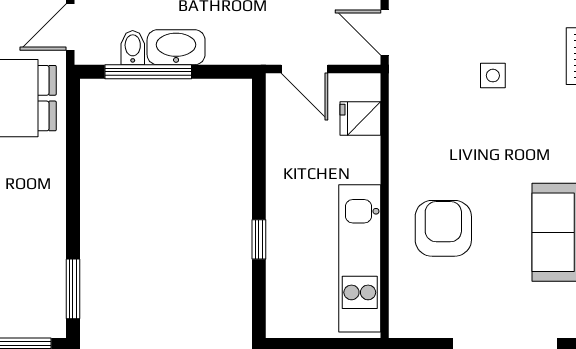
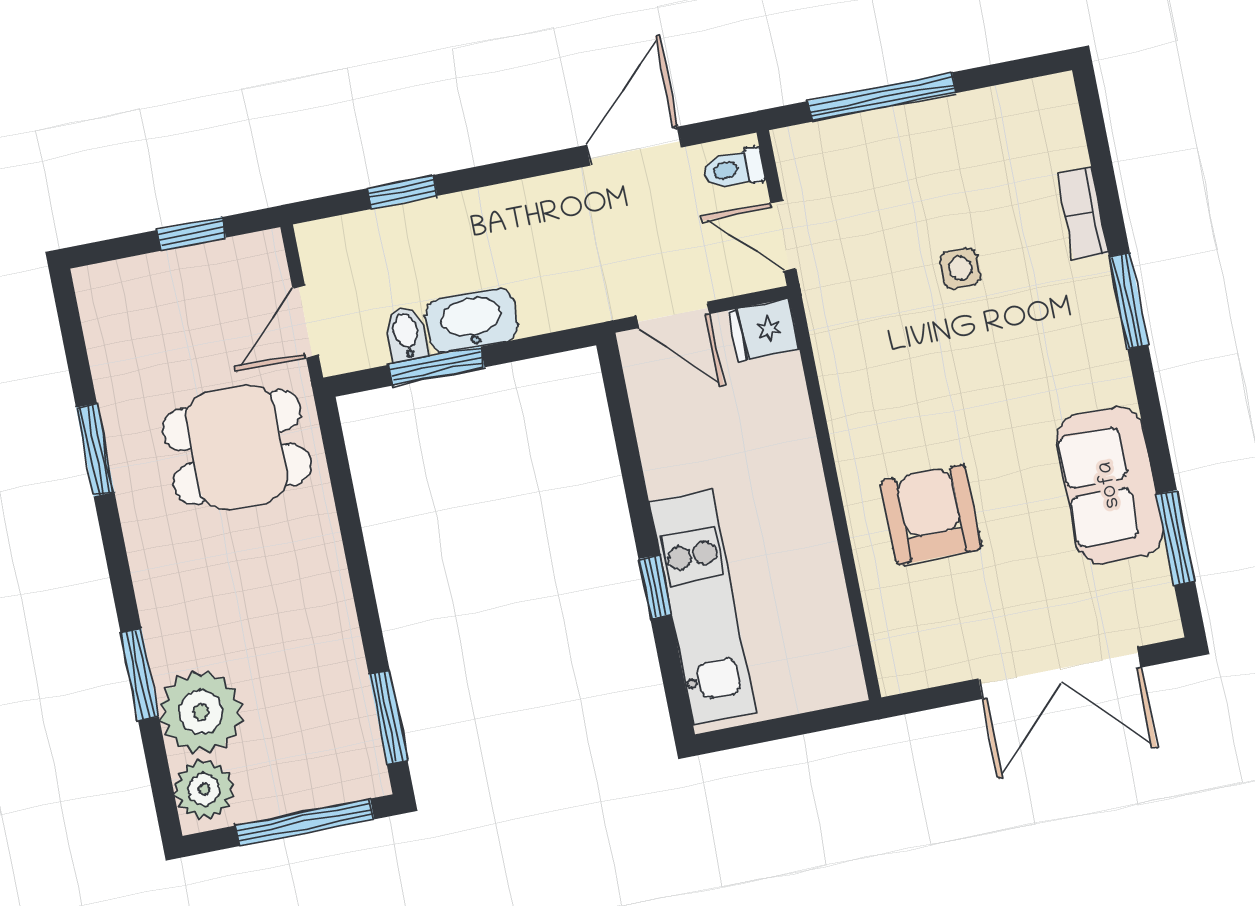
window: (148, 72) -> (437, 366), width x0.69
fridge: (360, 118) -> (764, 330), moved
kitchen unit: (360, 258) -> (702, 607), moved, turned 180

